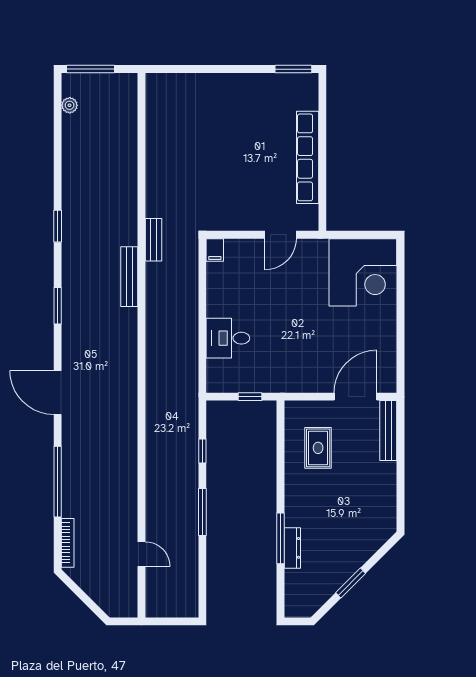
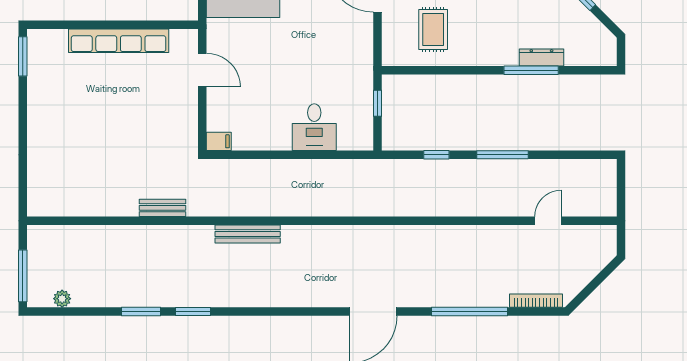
bench: (153, 240) -> (162, 208), moved
window: (58, 306) -> (141, 312), moved
rug: (318, 448) -> (433, 30), turned 90

